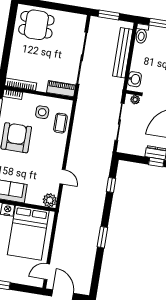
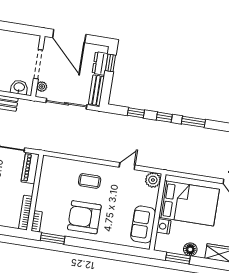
side table: (42, 112) -> (56, 189), removed
coffee table: (60, 123) -> (90, 181), moved
bench: (131, 149) -> (96, 90), added
window: (107, 211) -> (164, 117), added

